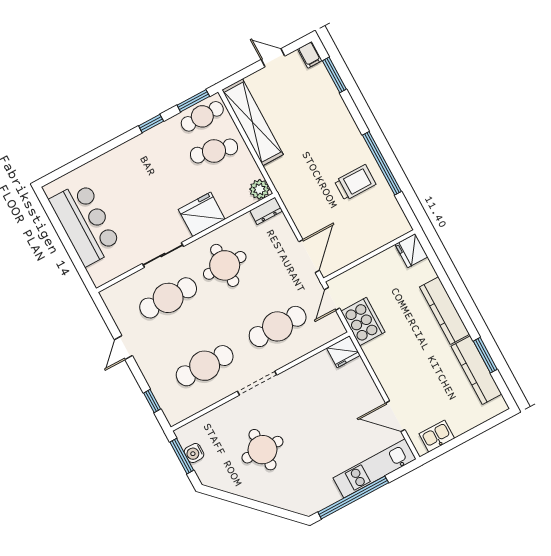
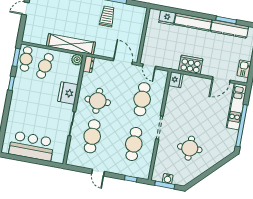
shelving: (252, 122) -> (71, 44), moved
fridge: (412, 251) -> (167, 18), moved
cooker: (363, 322) -> (191, 65), moved

